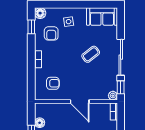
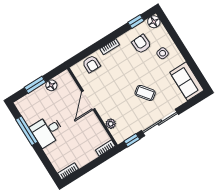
armchair: (51, 33) -> (141, 44), turned 87
armchair: (53, 83) -> (91, 64), moved
plant: (113, 96) -> (111, 124), moved
door: (80, 102) -> (88, 100), moved

